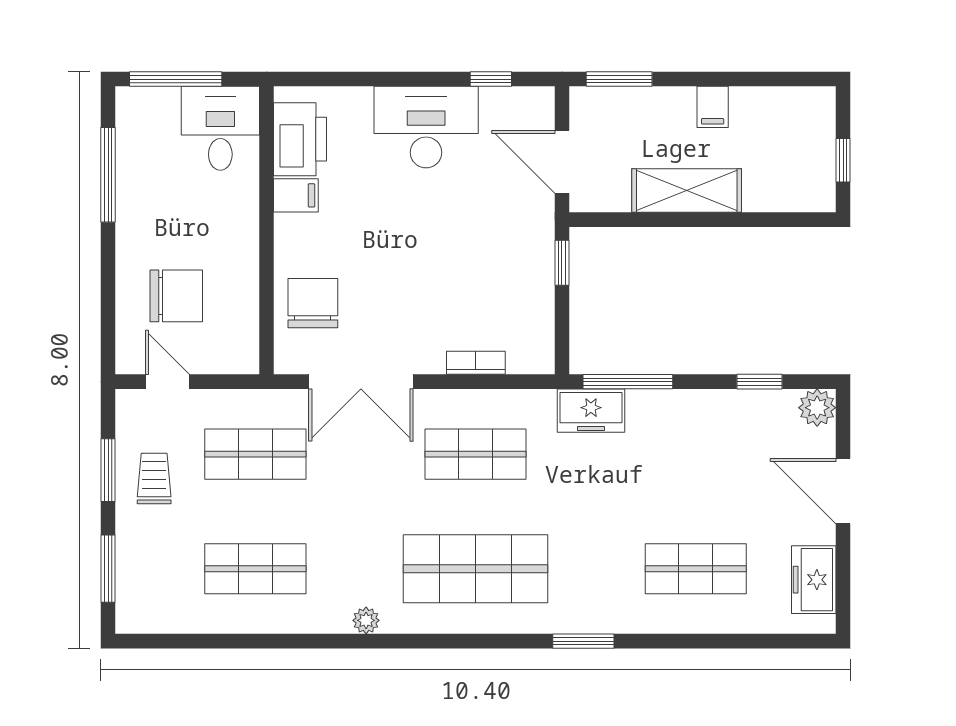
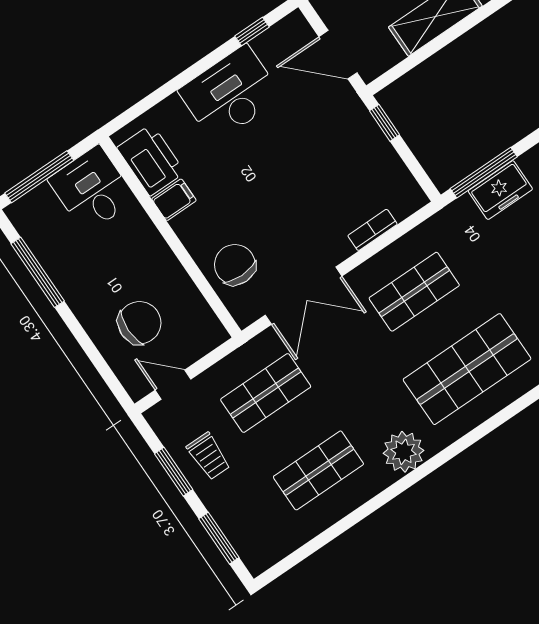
freezer: (591, 411) -> (500, 190), moved
trolley: (154, 479) -> (209, 456), turned 180
plant: (366, 620) -> (404, 452), width x1.88, depth x1.88

